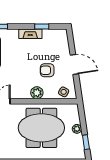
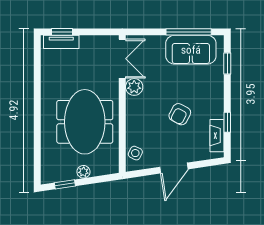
fireplace: (30, 34) -> (217, 136), moved
armchair: (47, 70) -> (180, 114), moved, turned -152
plant: (37, 93) -> (134, 87), moved

